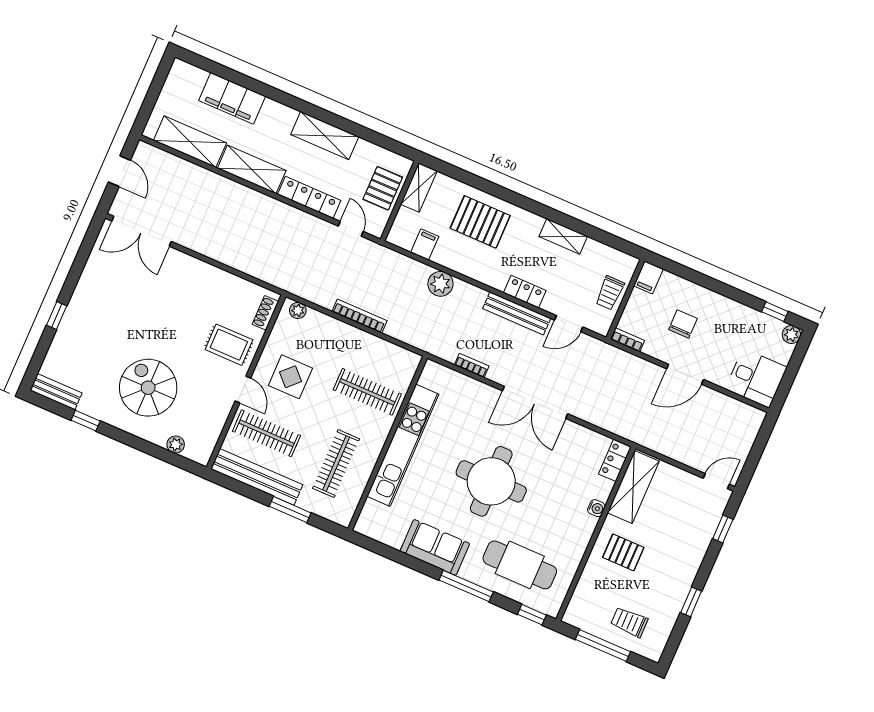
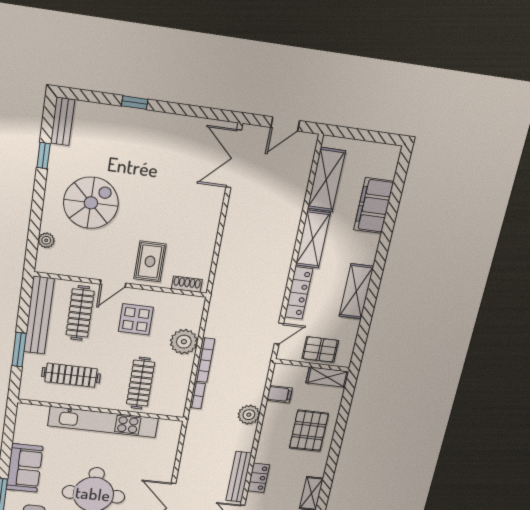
plant: (298, 310) -> (184, 342), moved, width x1.88, depth x1.88
bookcase: (472, 365) -> (197, 396), moved

